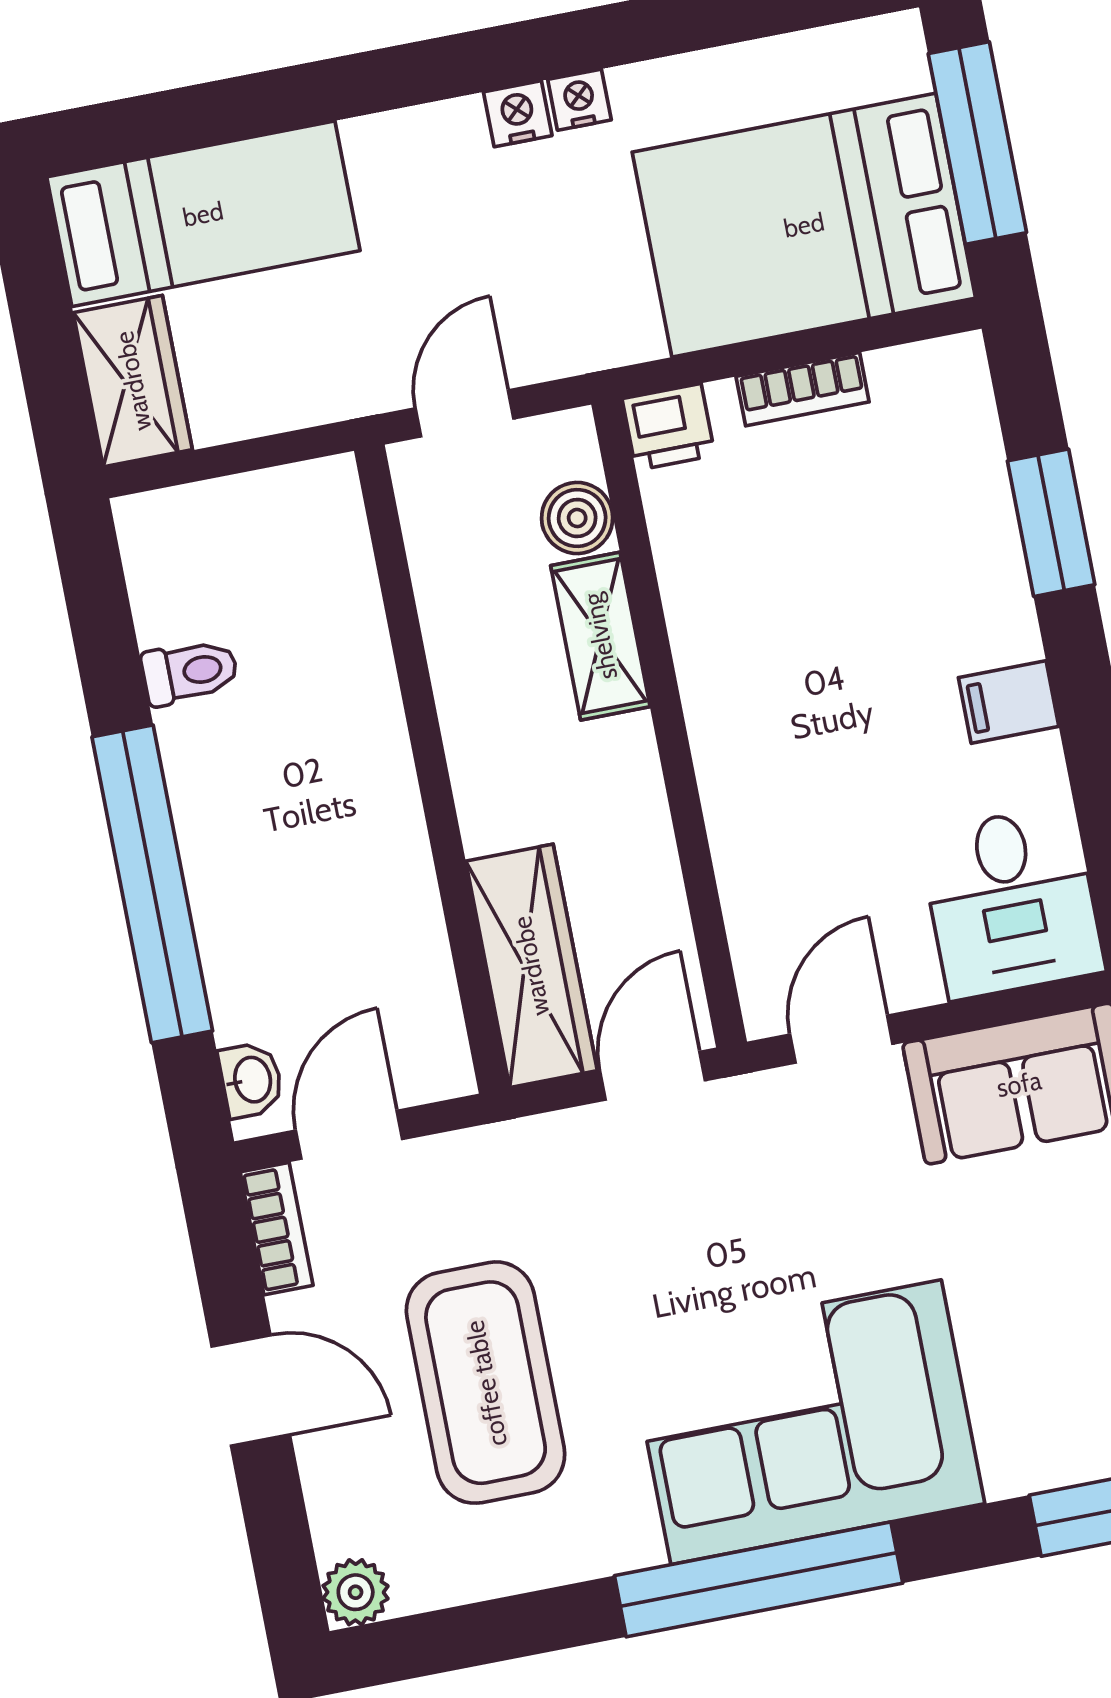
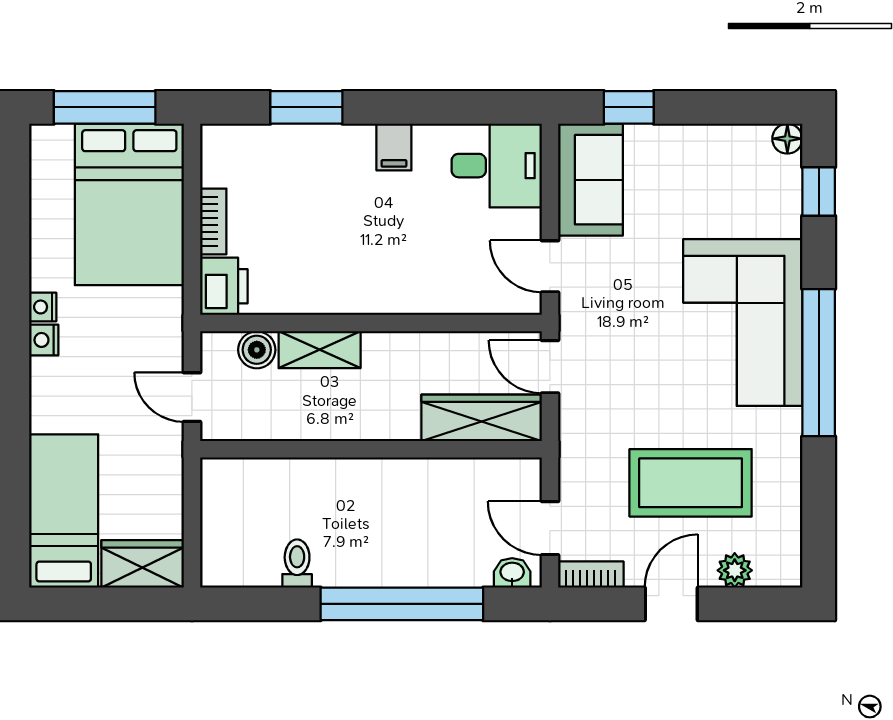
printer: (669, 427) -> (224, 286), width x1.36, depth x1.24
plant: (356, 1592) -> (735, 570), moved

